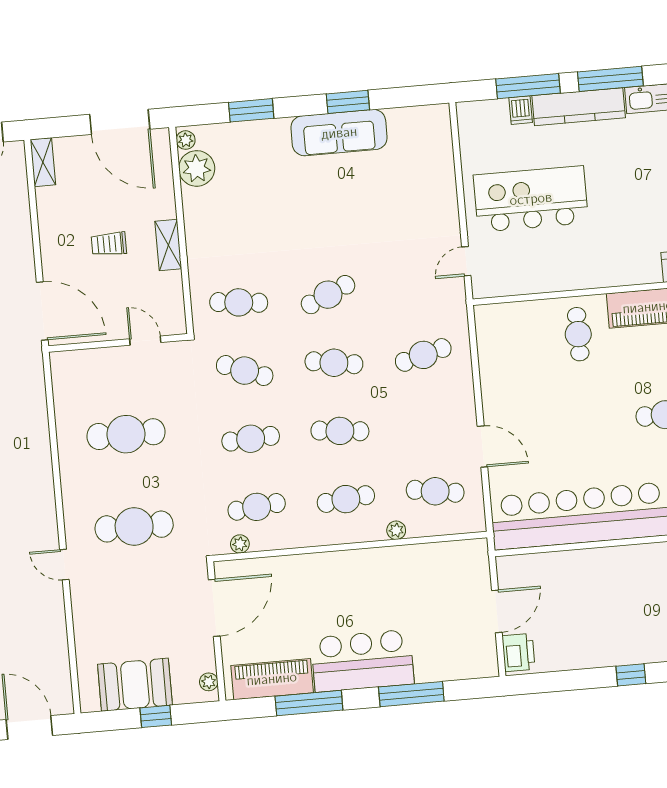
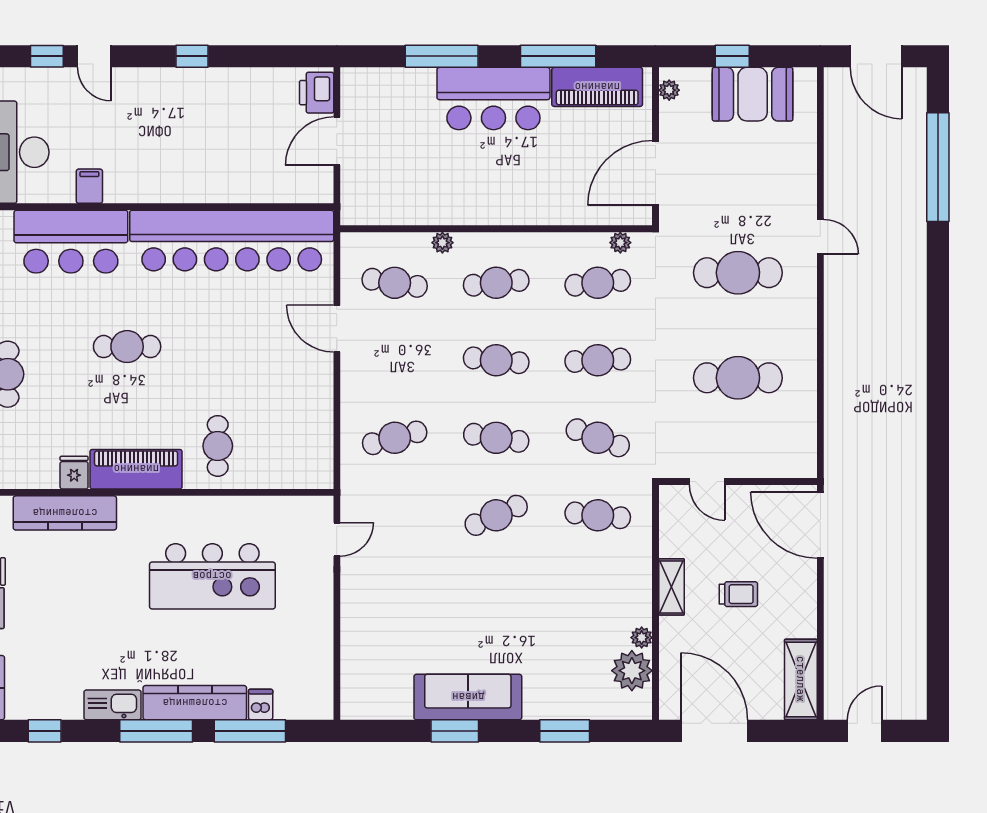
plant: (186, 140) -> (642, 638), moved
shelving: (43, 162) -> (801, 679), width x1.50, depth x1.33
kitchen island: (531, 199) -> (212, 576), moved

